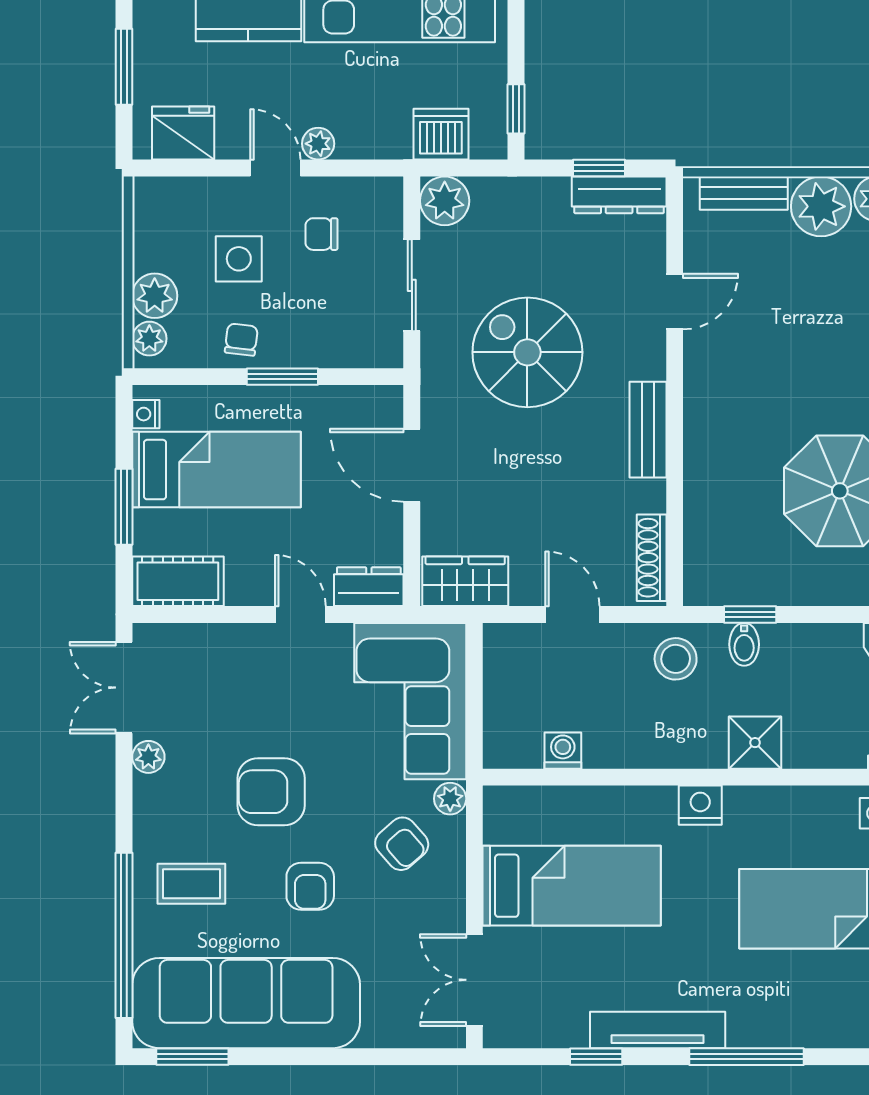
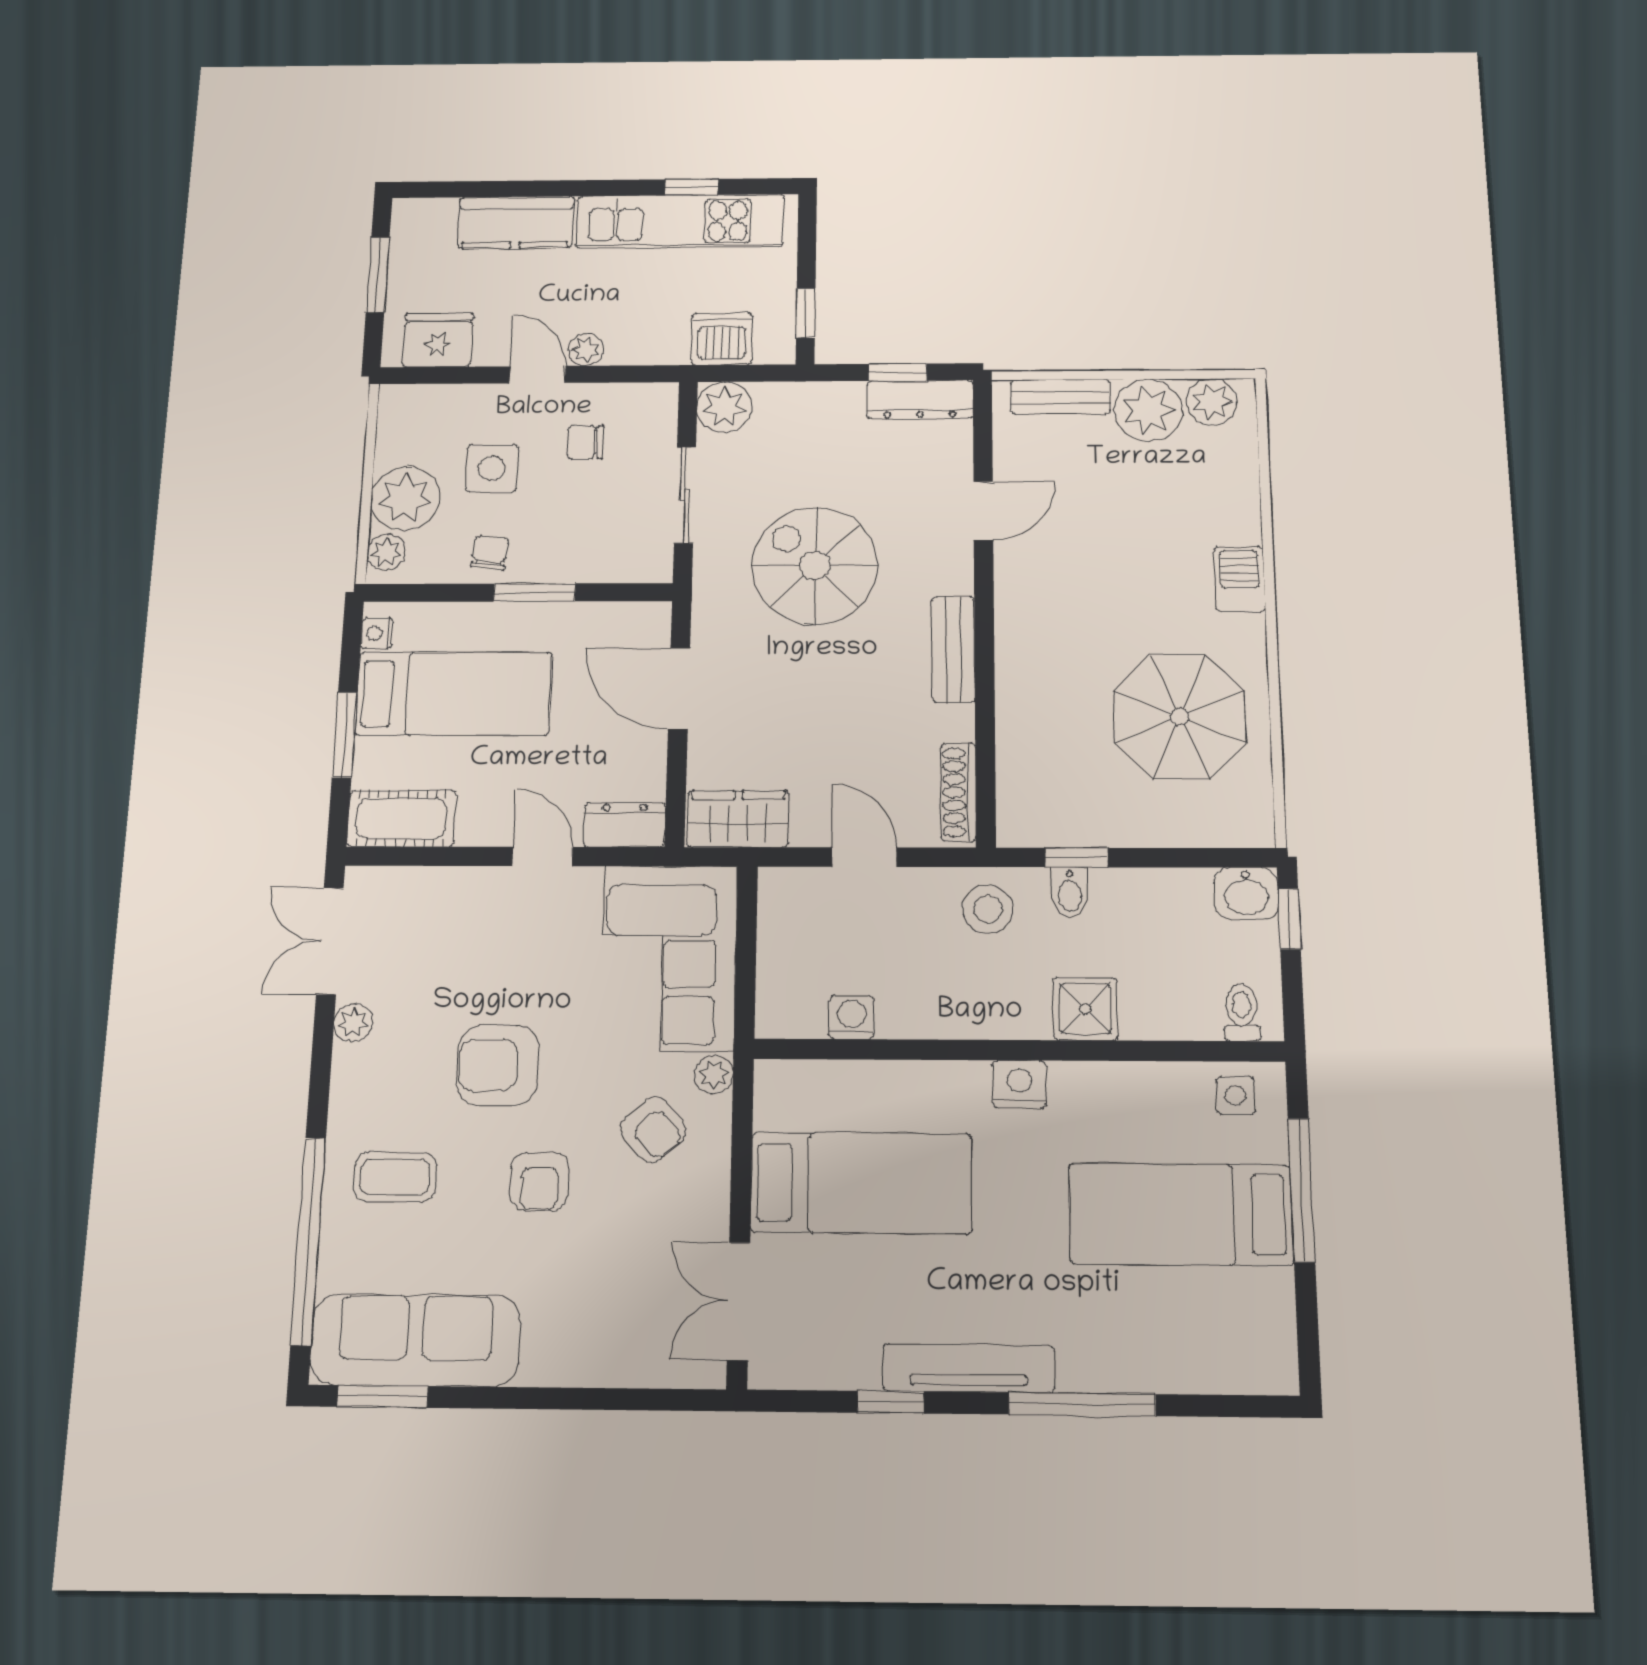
plant: (155, 296) -> (405, 499), width x1.36, depth x1.36
sofa: (246, 1003) -> (415, 1340), width x0.74, depth x0.79

